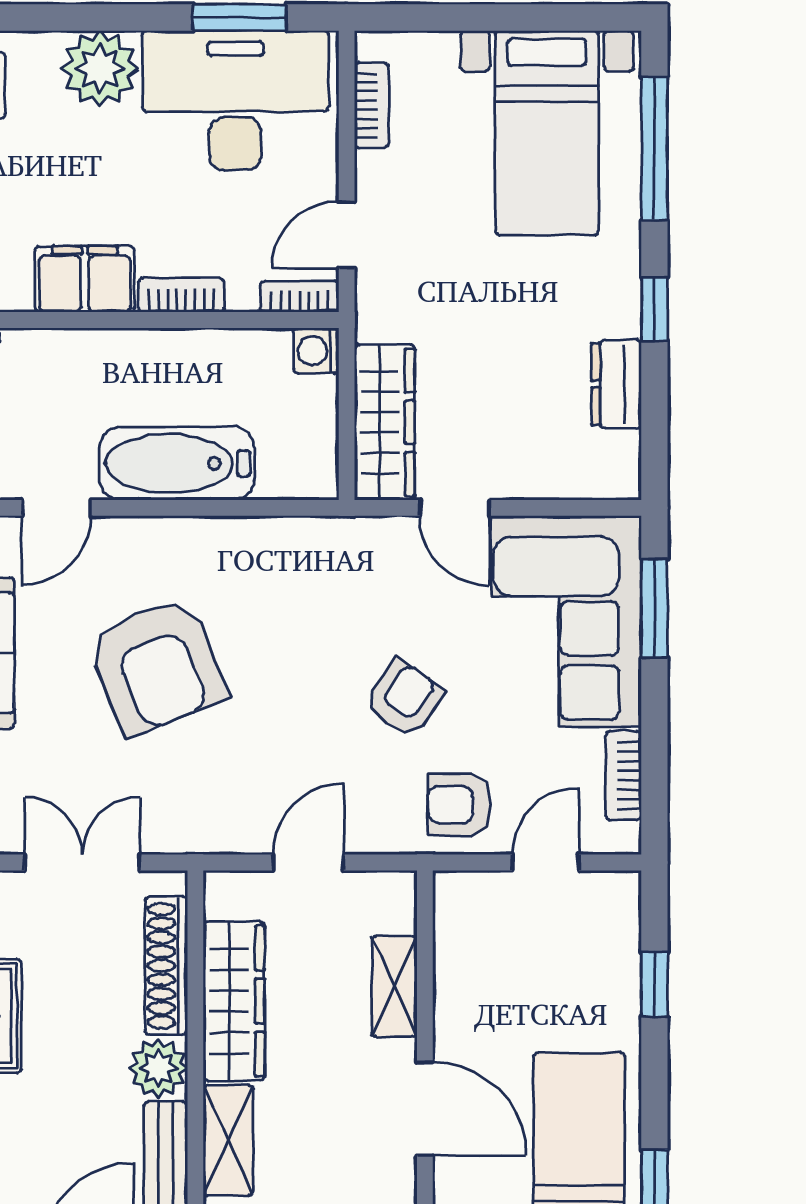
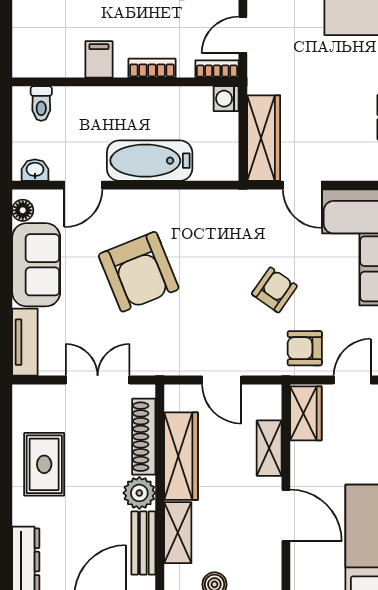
filing cabinet: (85, 279) -> (99, 59), width x0.50
door: (308, 863) -> (222, 380), swing flipped
wardrobe: (461, 923) -> (306, 413), added

